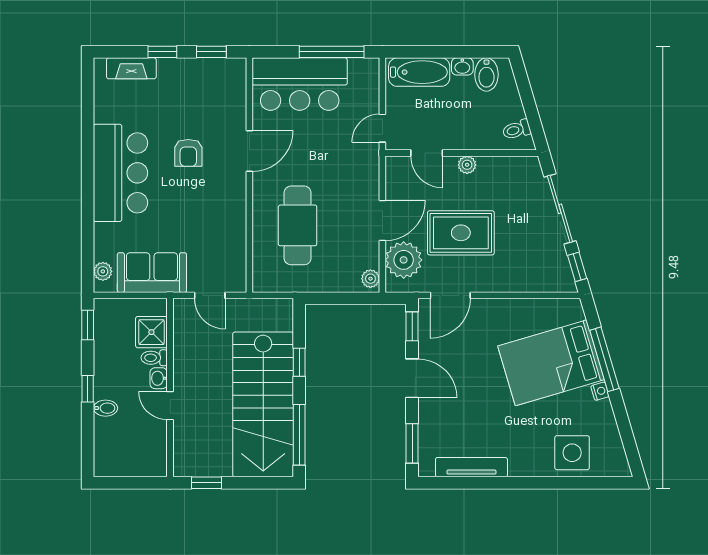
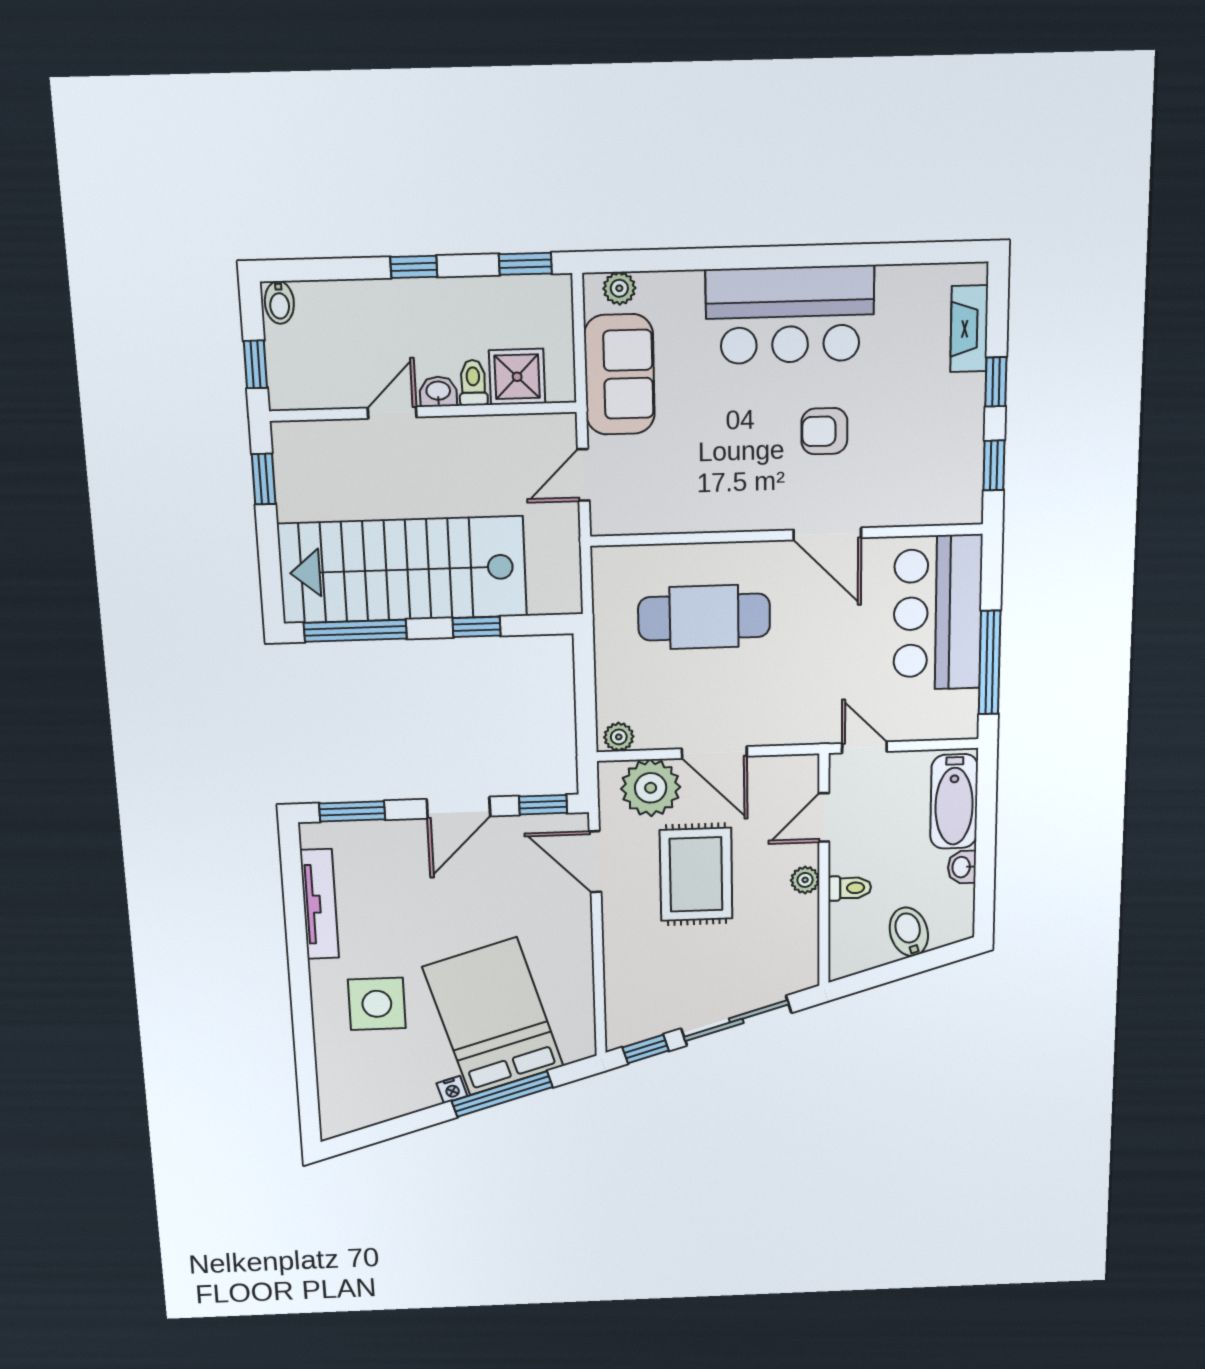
bidet: (486, 75) -> (909, 932), moved, turned 74
toilet: (517, 130) -> (850, 888), moved, turned 106
bidet: (106, 408) -> (279, 302), moved
side table: (572, 453) -> (377, 1004), moved
window: (140, 483) -> (255, 364), added

